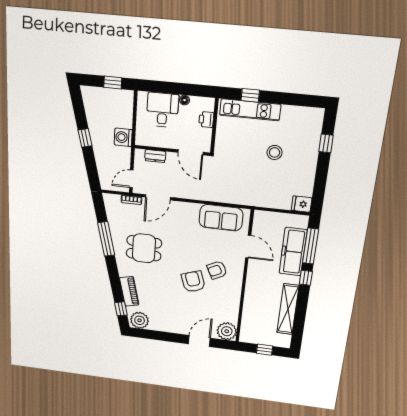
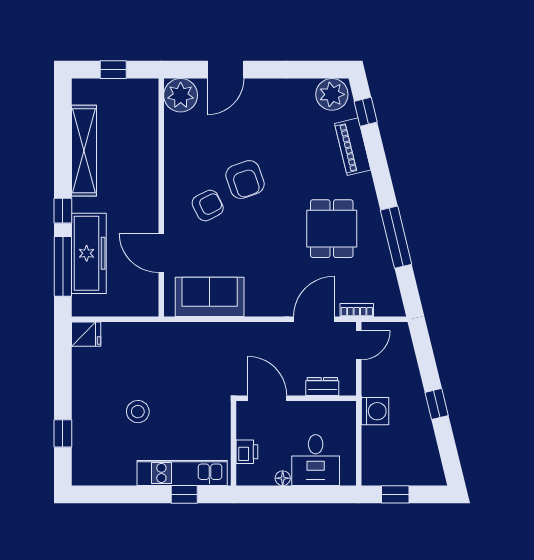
dining table: (144, 248) -> (332, 229), turned 90

